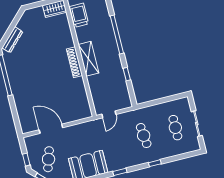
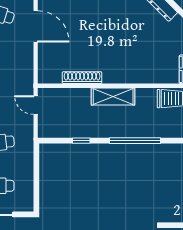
shoe rack: (74, 62) -> (82, 78), moved
door: (51, 129) -> (36, 26), hinge flipped

